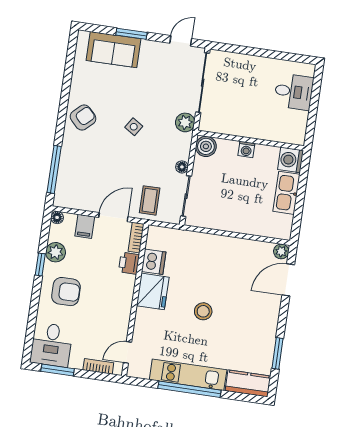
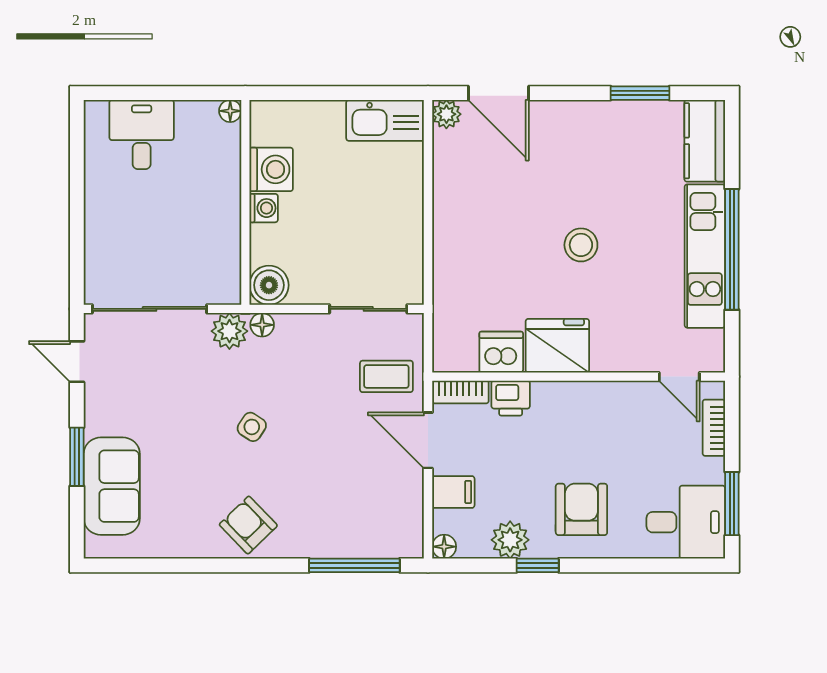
floor lamp: (299, 139) -> (230, 111), added
washing machine: (291, 160) -> (271, 169), moved, turned -90
floor lamp: (182, 167) -> (262, 325), moved
kitchen sink: (286, 193) -> (385, 120), moved

